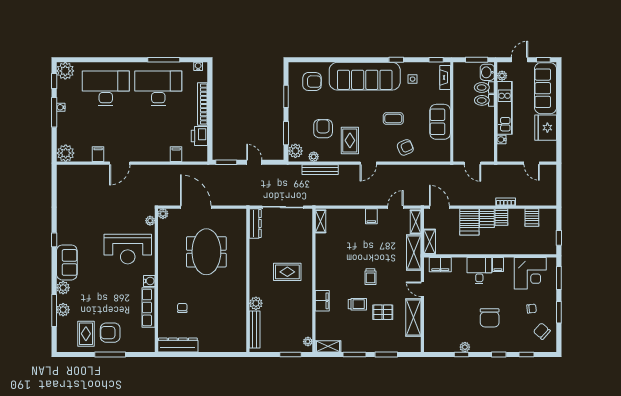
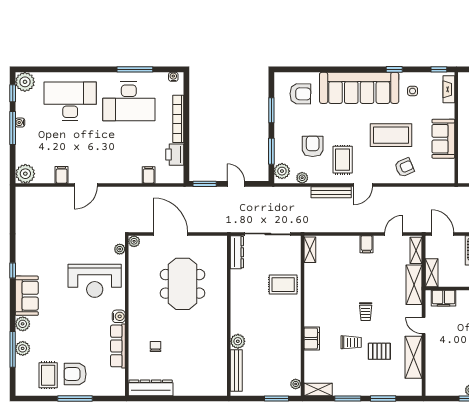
desk: (158, 88) -> (129, 101), turned 180
coffee table: (393, 119) -> (391, 135), width x1.86, depth x1.72
bench: (320, 170) -> (331, 192), moved
rug: (287, 272) -> (283, 285), moved

